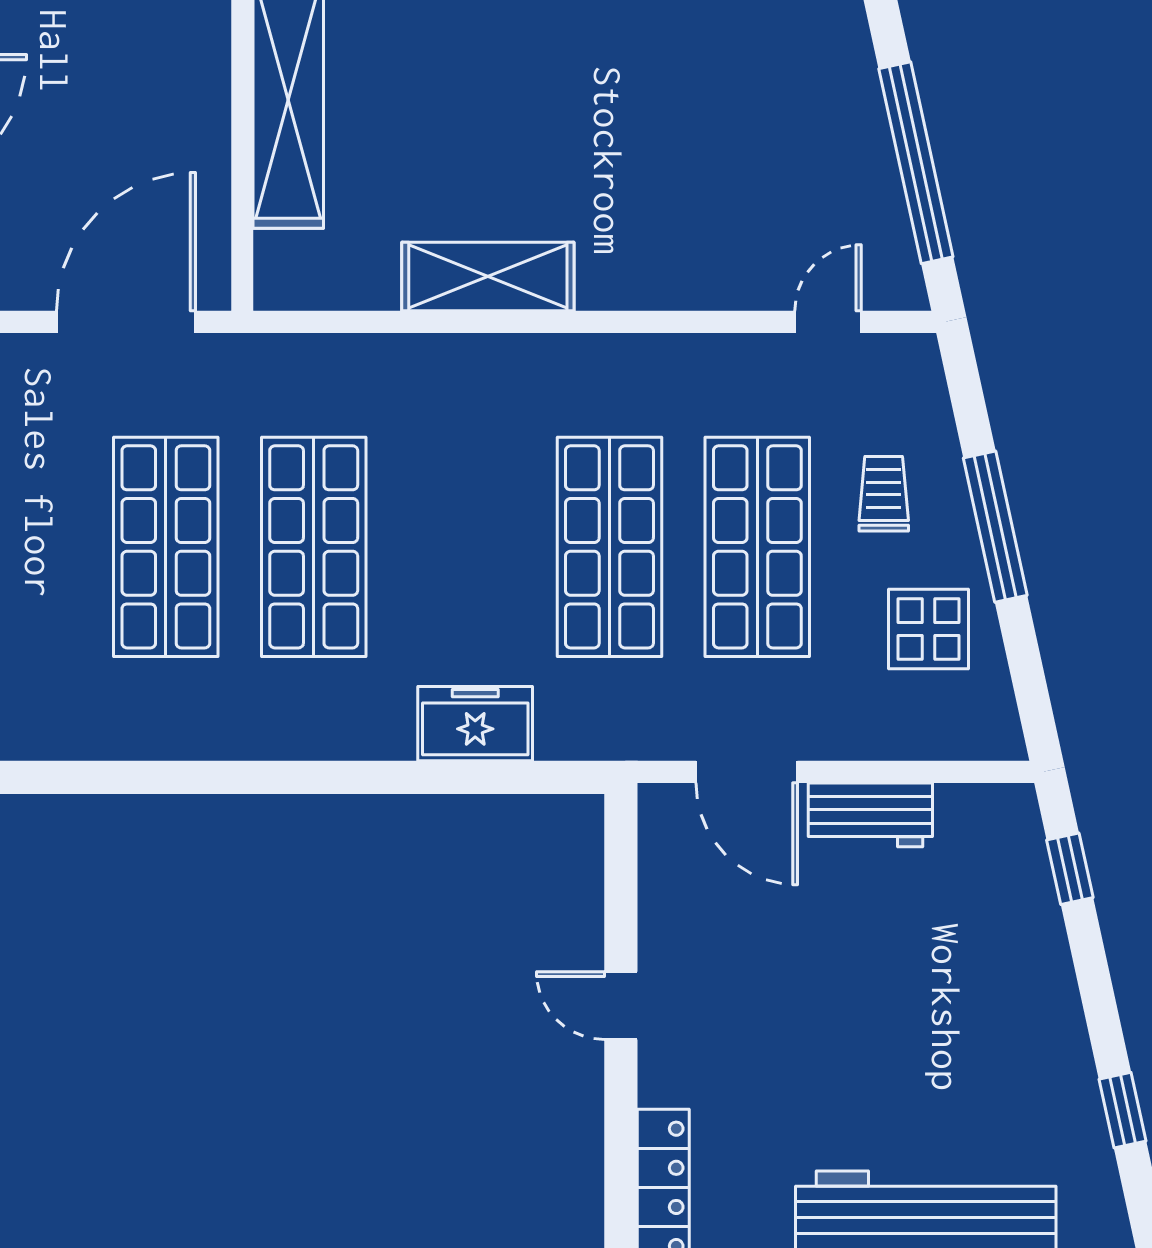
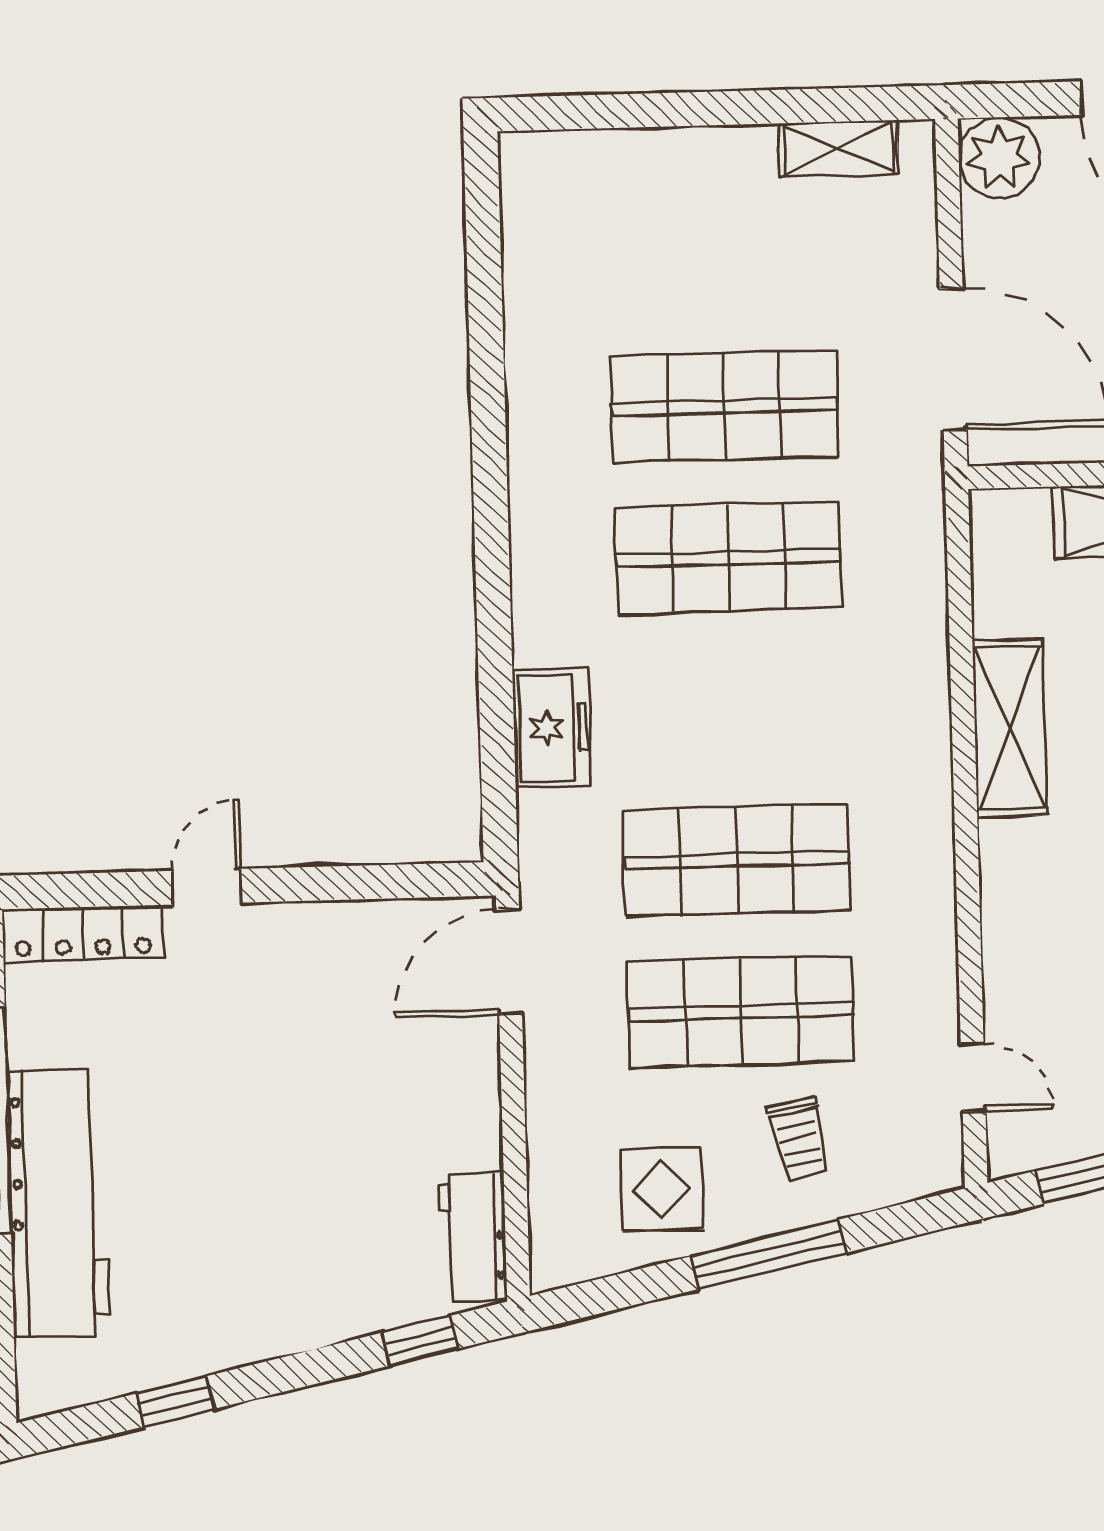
trolley: (884, 494) -> (799, 1139), turned 78
door: (747, 772) -> (509, 962), moved
workbench: (870, 815) -> (473, 1237), moved
door: (621, 1006) -> (207, 887), moved

